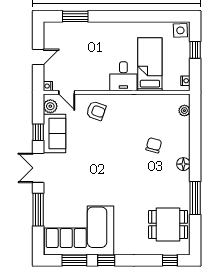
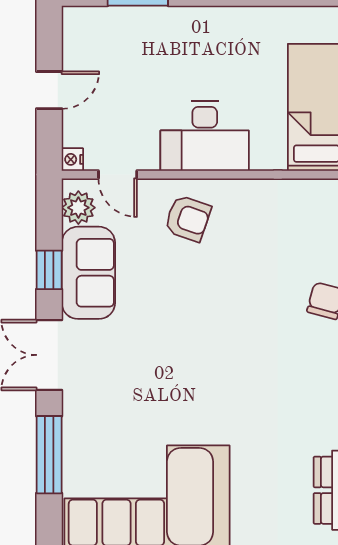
desk: (123, 76) -> (205, 136), moved, width x1.37

